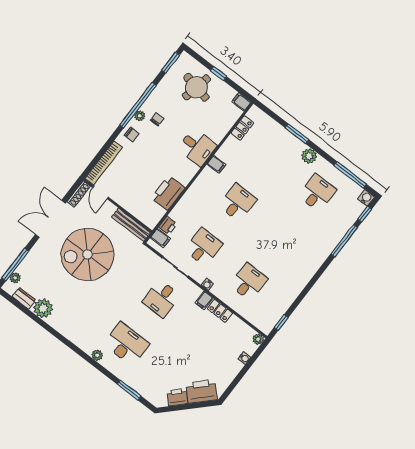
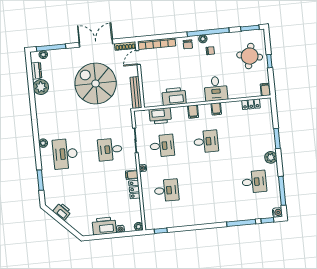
printer: (168, 226) -> (160, 116), width x1.87, depth x1.48
filing cabinet: (160, 238) -> (193, 112), moved
desk: (126, 344) -> (65, 154), turned 180
printer: (202, 391) -> (104, 226), moved, turned -45

